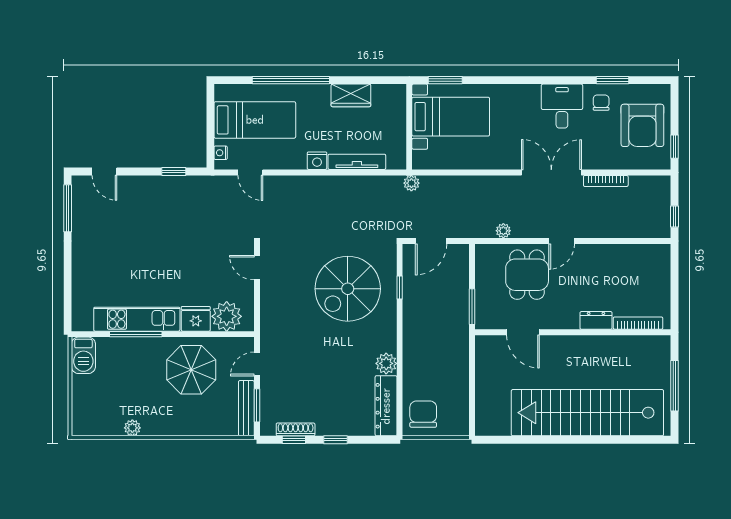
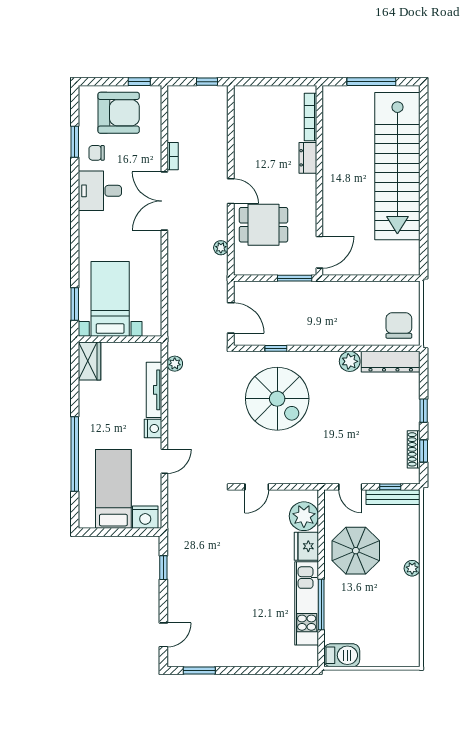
wardrobe: (351, 95) -> (89, 361), moved
nightstand: (221, 153) -> (145, 517), width x1.89, depth x1.79
door: (250, 172) -> (164, 461), moved
bookcase: (606, 181) -> (173, 156), width x0.64
plant: (411, 183) -> (175, 364), moved
window: (68, 208) -> (199, 671), width x0.69
door: (523, 332) -> (319, 252), moved
window: (257, 405) -> (390, 487), width x0.67
chair: (423, 414) -> (399, 326), turned 90
plant: (132, 428) -> (412, 568), moved

